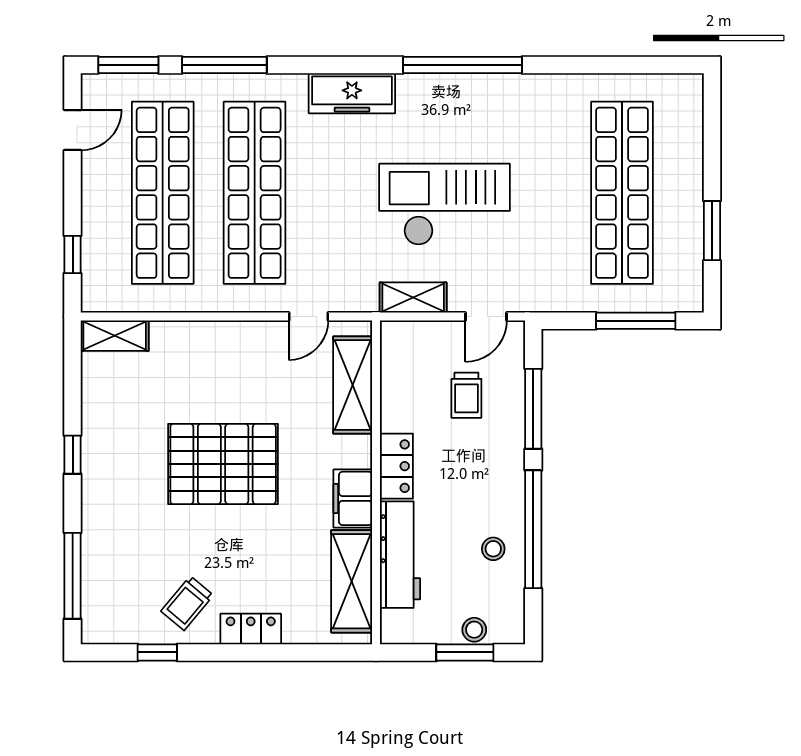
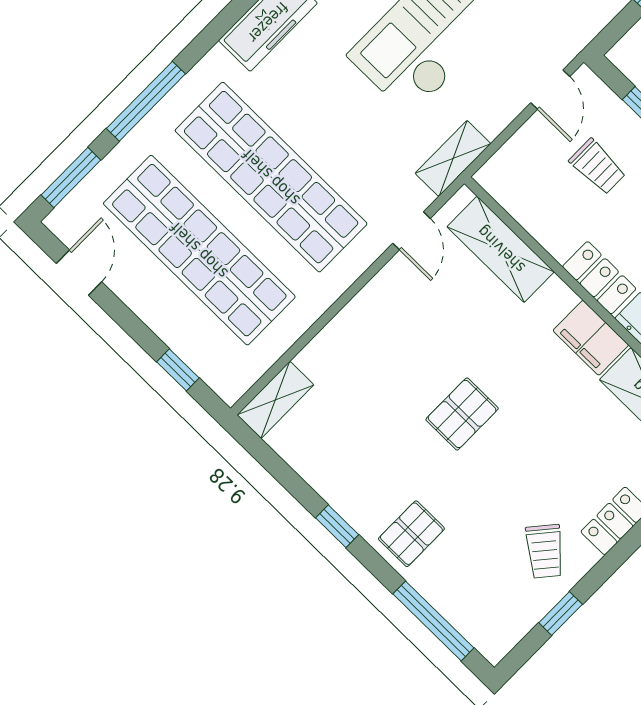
shelving: (413, 297) -> (453, 158), moved
pallet: (223, 464) -> (462, 414), width x0.49, depth x0.50
pallet: (115, 507) -> (411, 534), added

